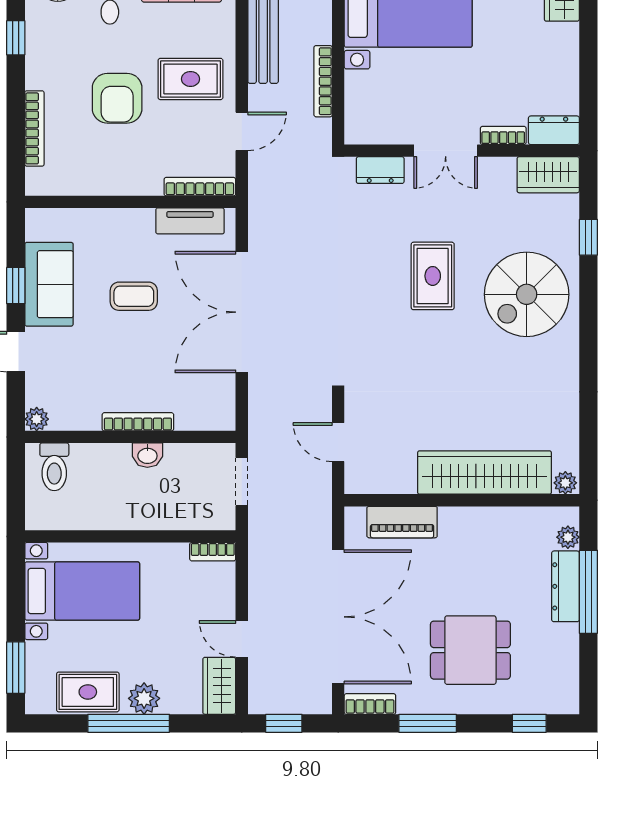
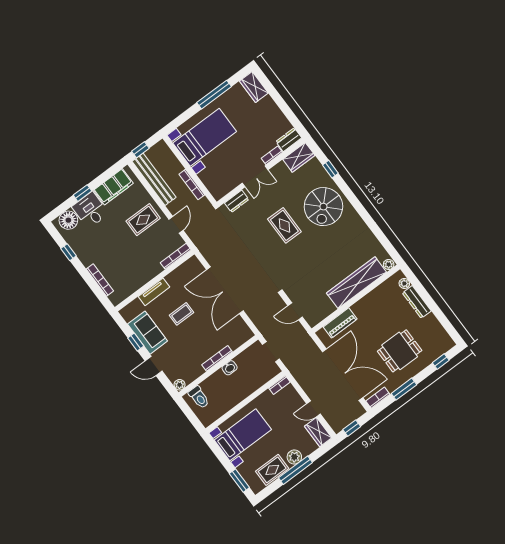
armchair: (117, 98) -> (122, 247), removed
tv unit: (190, 221) -> (154, 292), moved
window: (588, 592) -> (427, 298), removed

